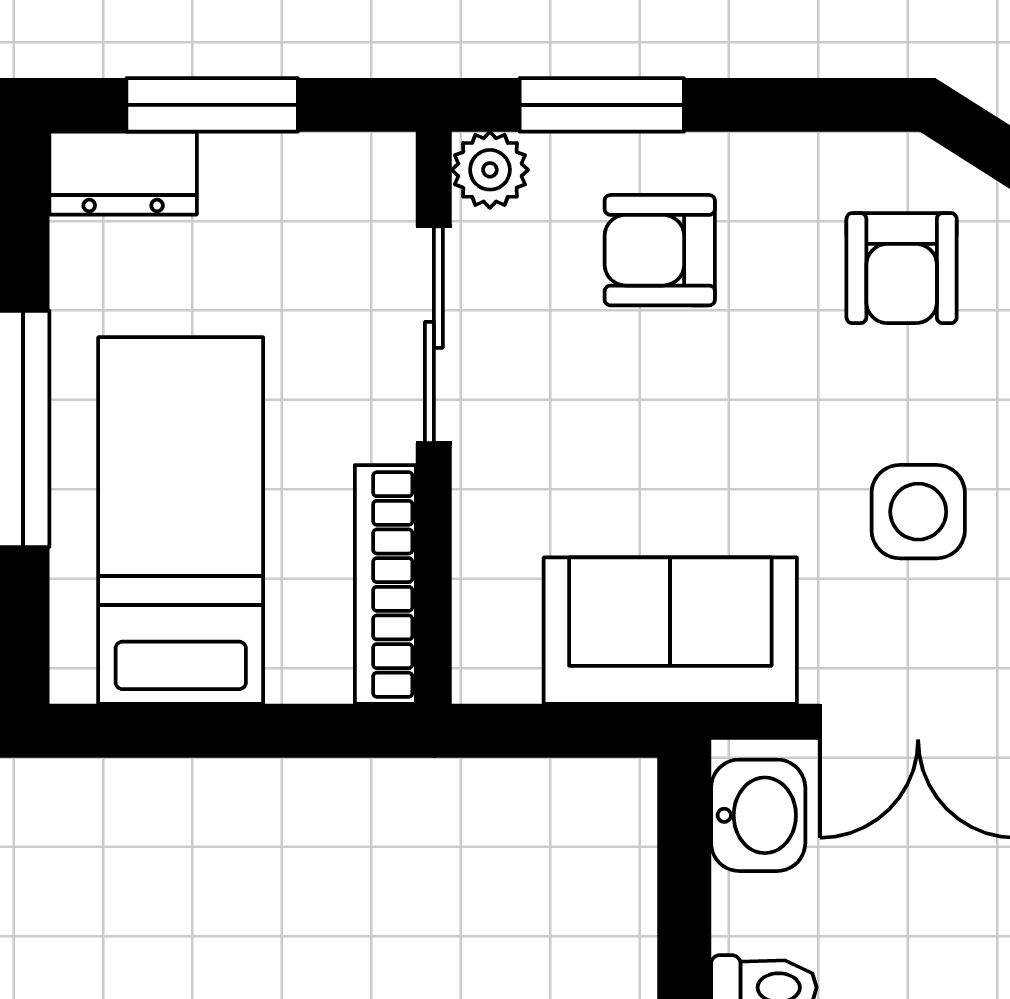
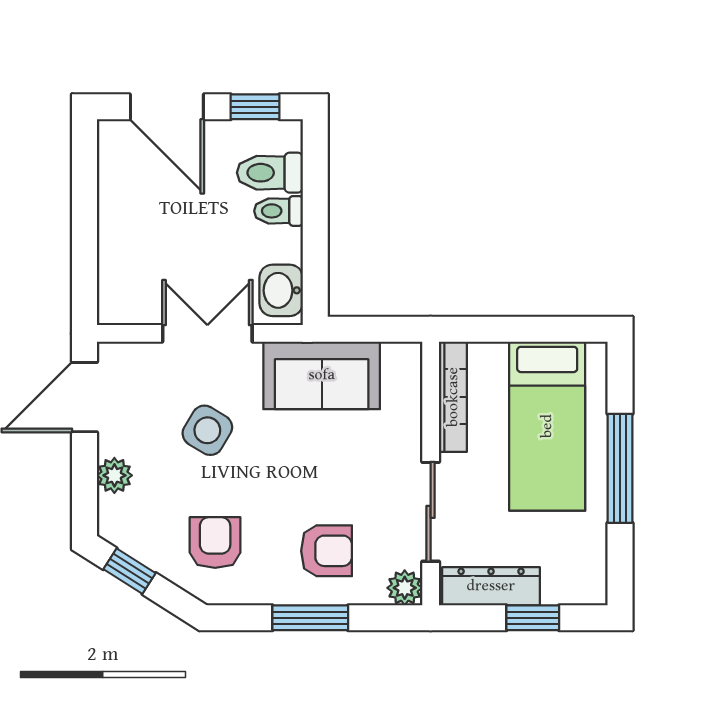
window: (212, 105) -> (533, 618), width x0.67
window: (602, 105) -> (310, 618), moved
dresser: (123, 173) -> (491, 586), moved, width x1.44
side table: (918, 512) -> (207, 430), turned 31

